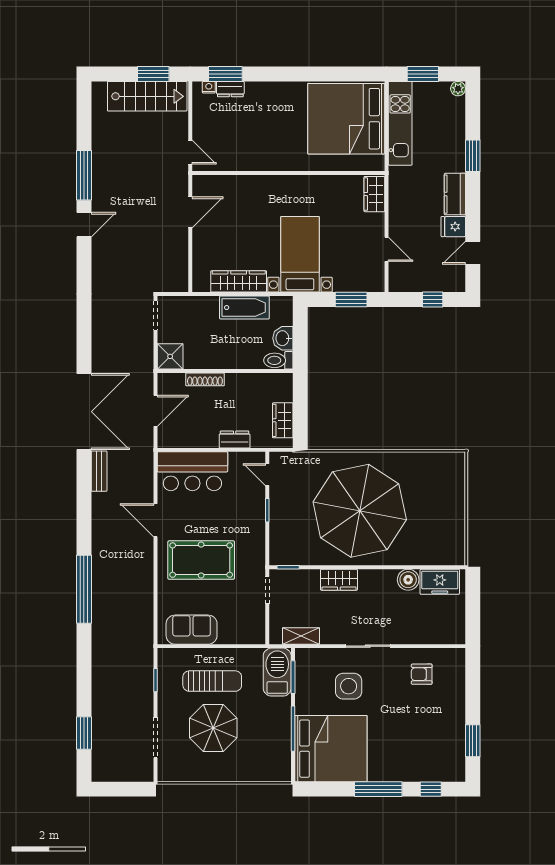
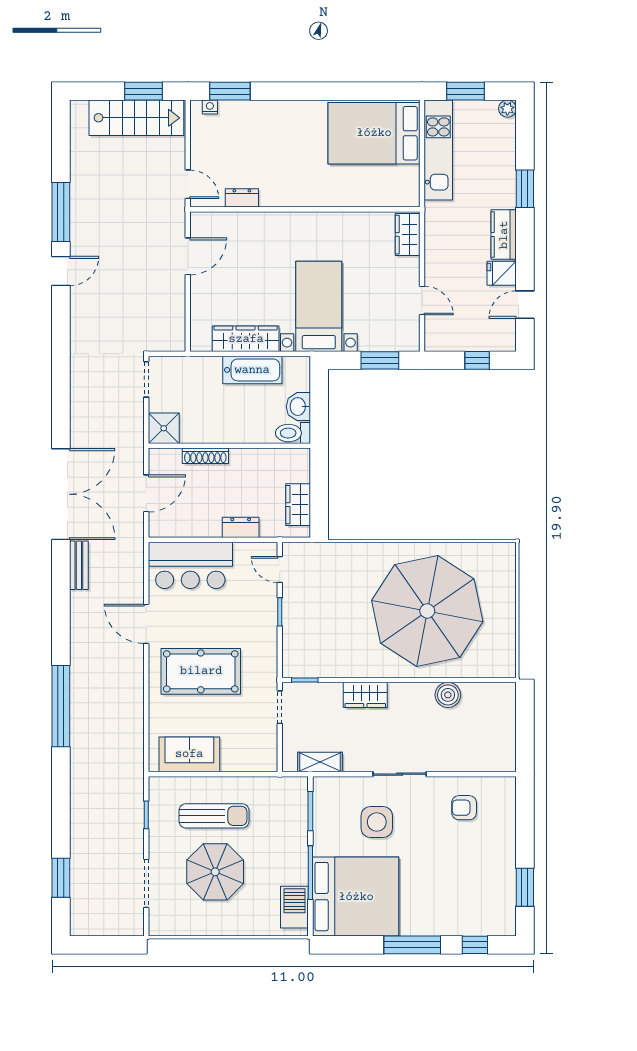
dresser: (230, 89) -> (242, 198), moved, turned 180
bed: (346, 119) -> (374, 133), width x0.73
parasol: (360, 511) -> (427, 611), moved
freezer: (440, 582) -> (486, 697), removed
barbecue: (277, 672) -> (294, 907), moved, width x0.73, depth x0.83

